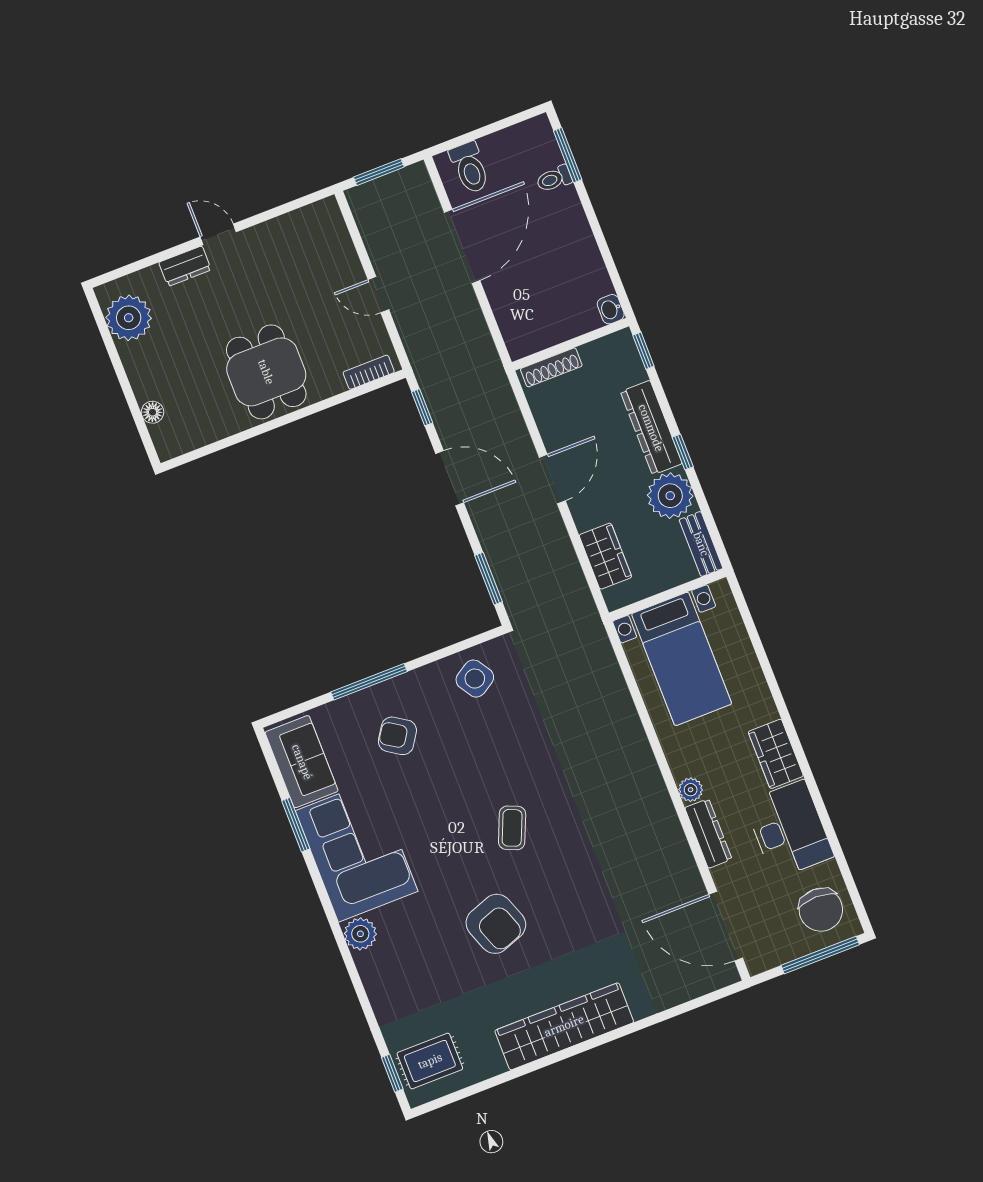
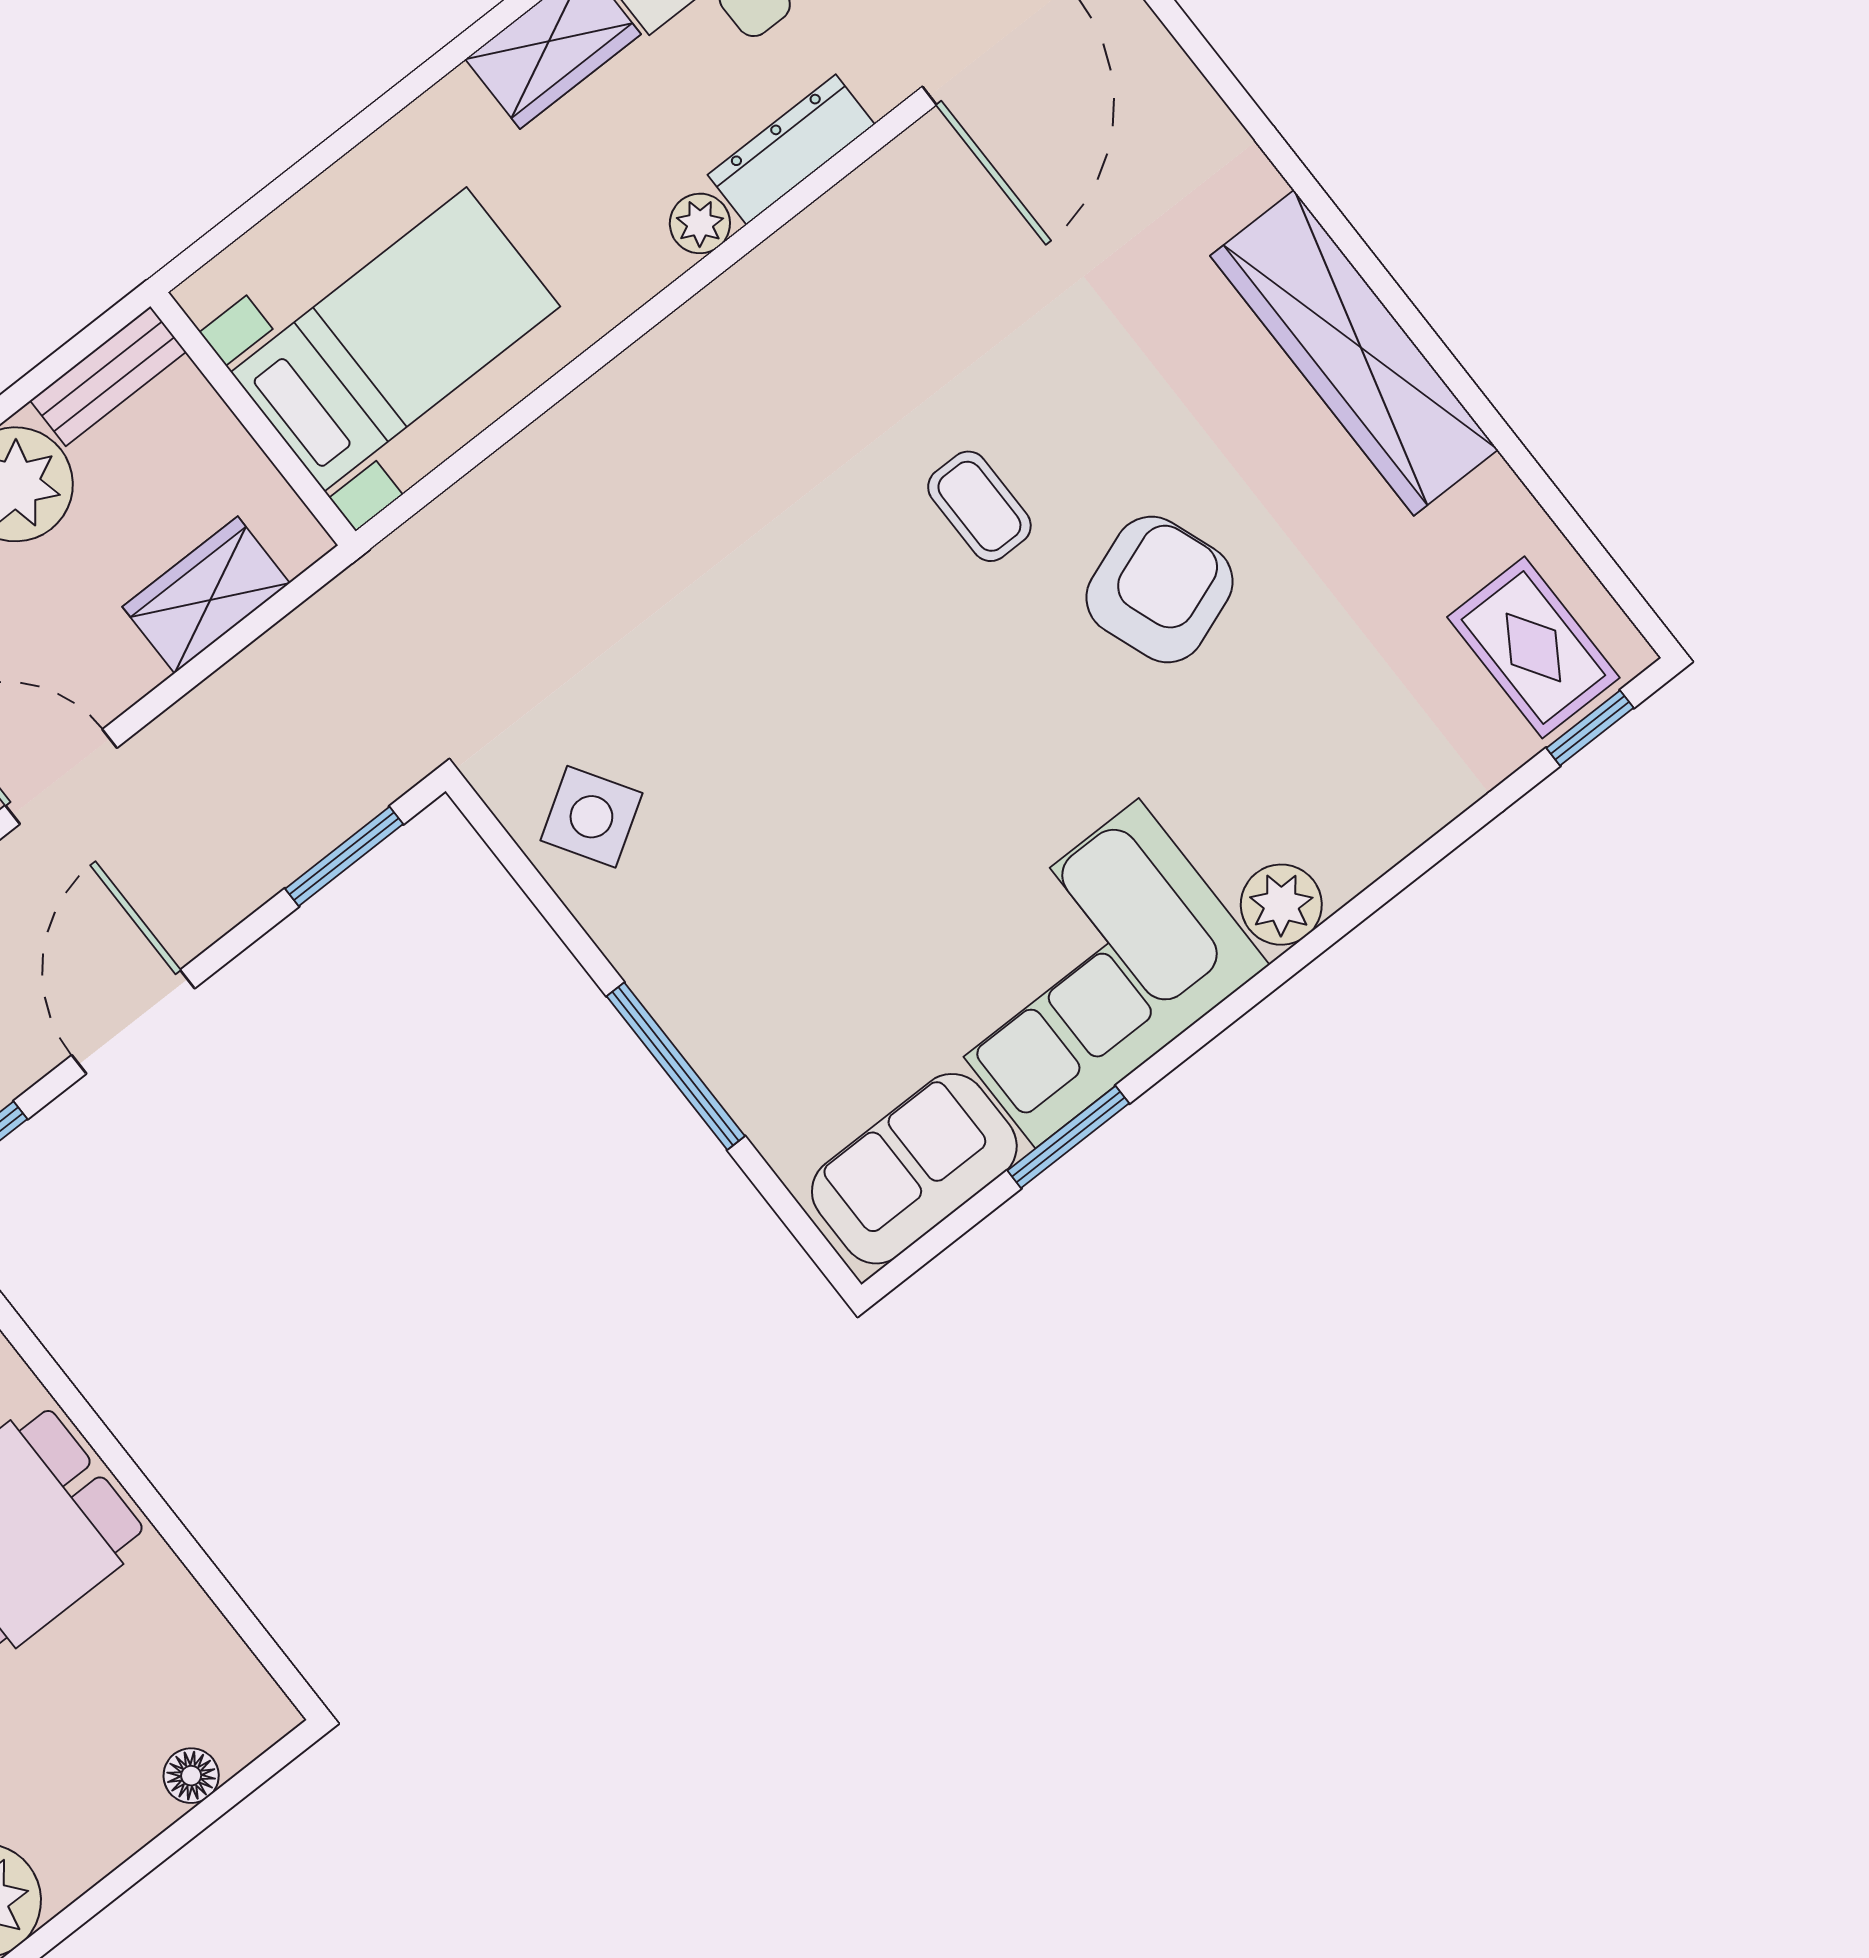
armchair: (397, 736) -> (784, 959), removed
coffee table: (512, 828) -> (979, 506), moved, turned 67

